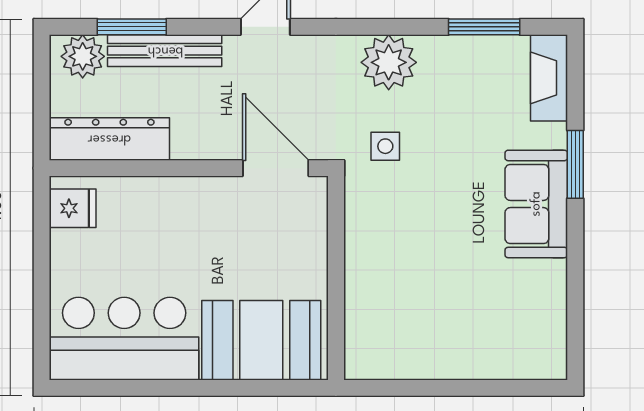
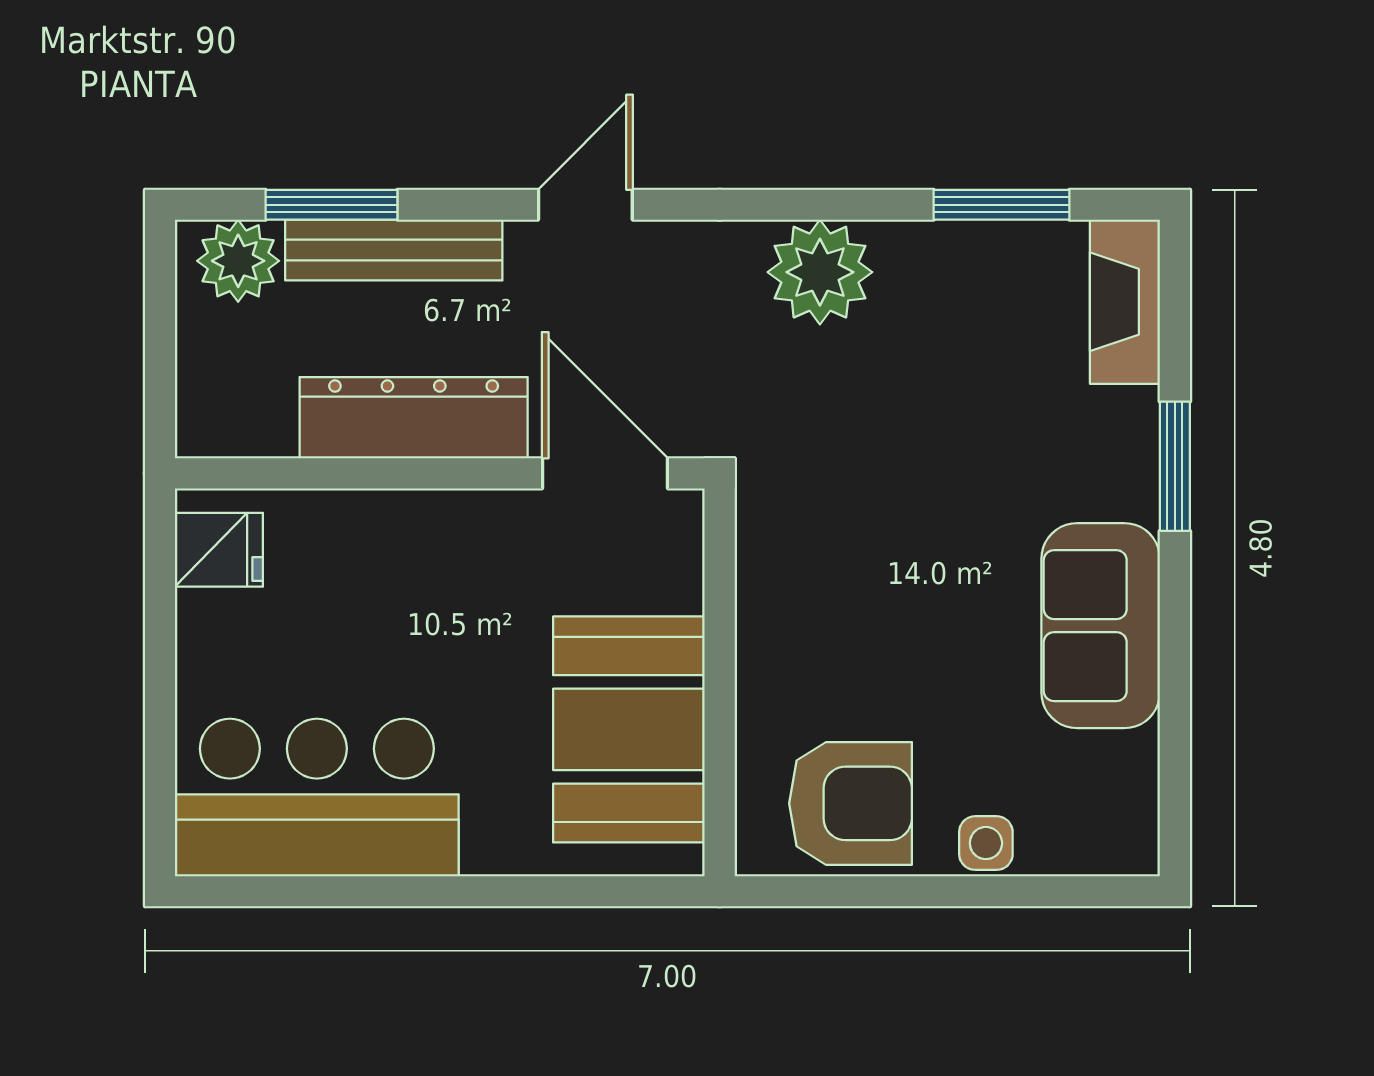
dresser: (109, 139) -> (414, 418), moved
side table: (385, 146) -> (986, 843), moved
sofa: (536, 204) -> (1101, 626), moved
booth: (261, 340) -> (629, 729), moved, turned 90
armchair: (405, 342) -> (851, 803), added

